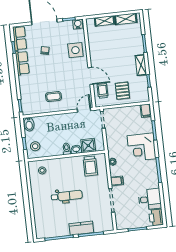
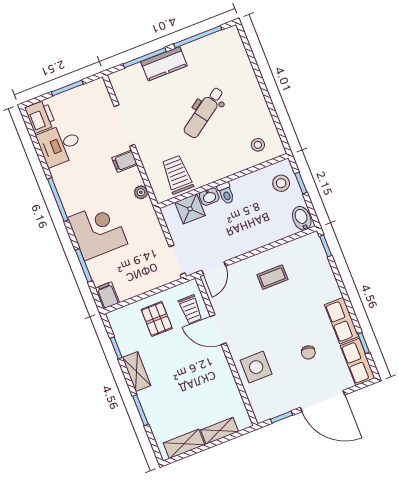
water cooler: (78, 24) -> (264, 413), removed
dental chair: (67, 196) -> (204, 112), turned -35

